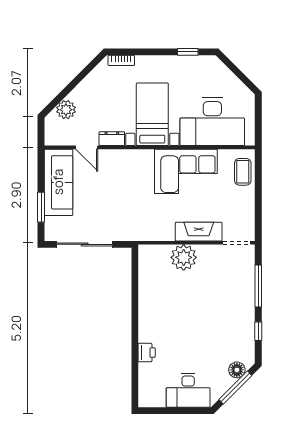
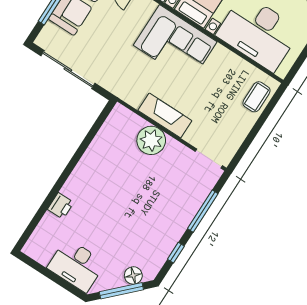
corner sofa: (186, 171) -> (175, 44), moved
fireplace: (199, 232) -> (165, 115), moved

